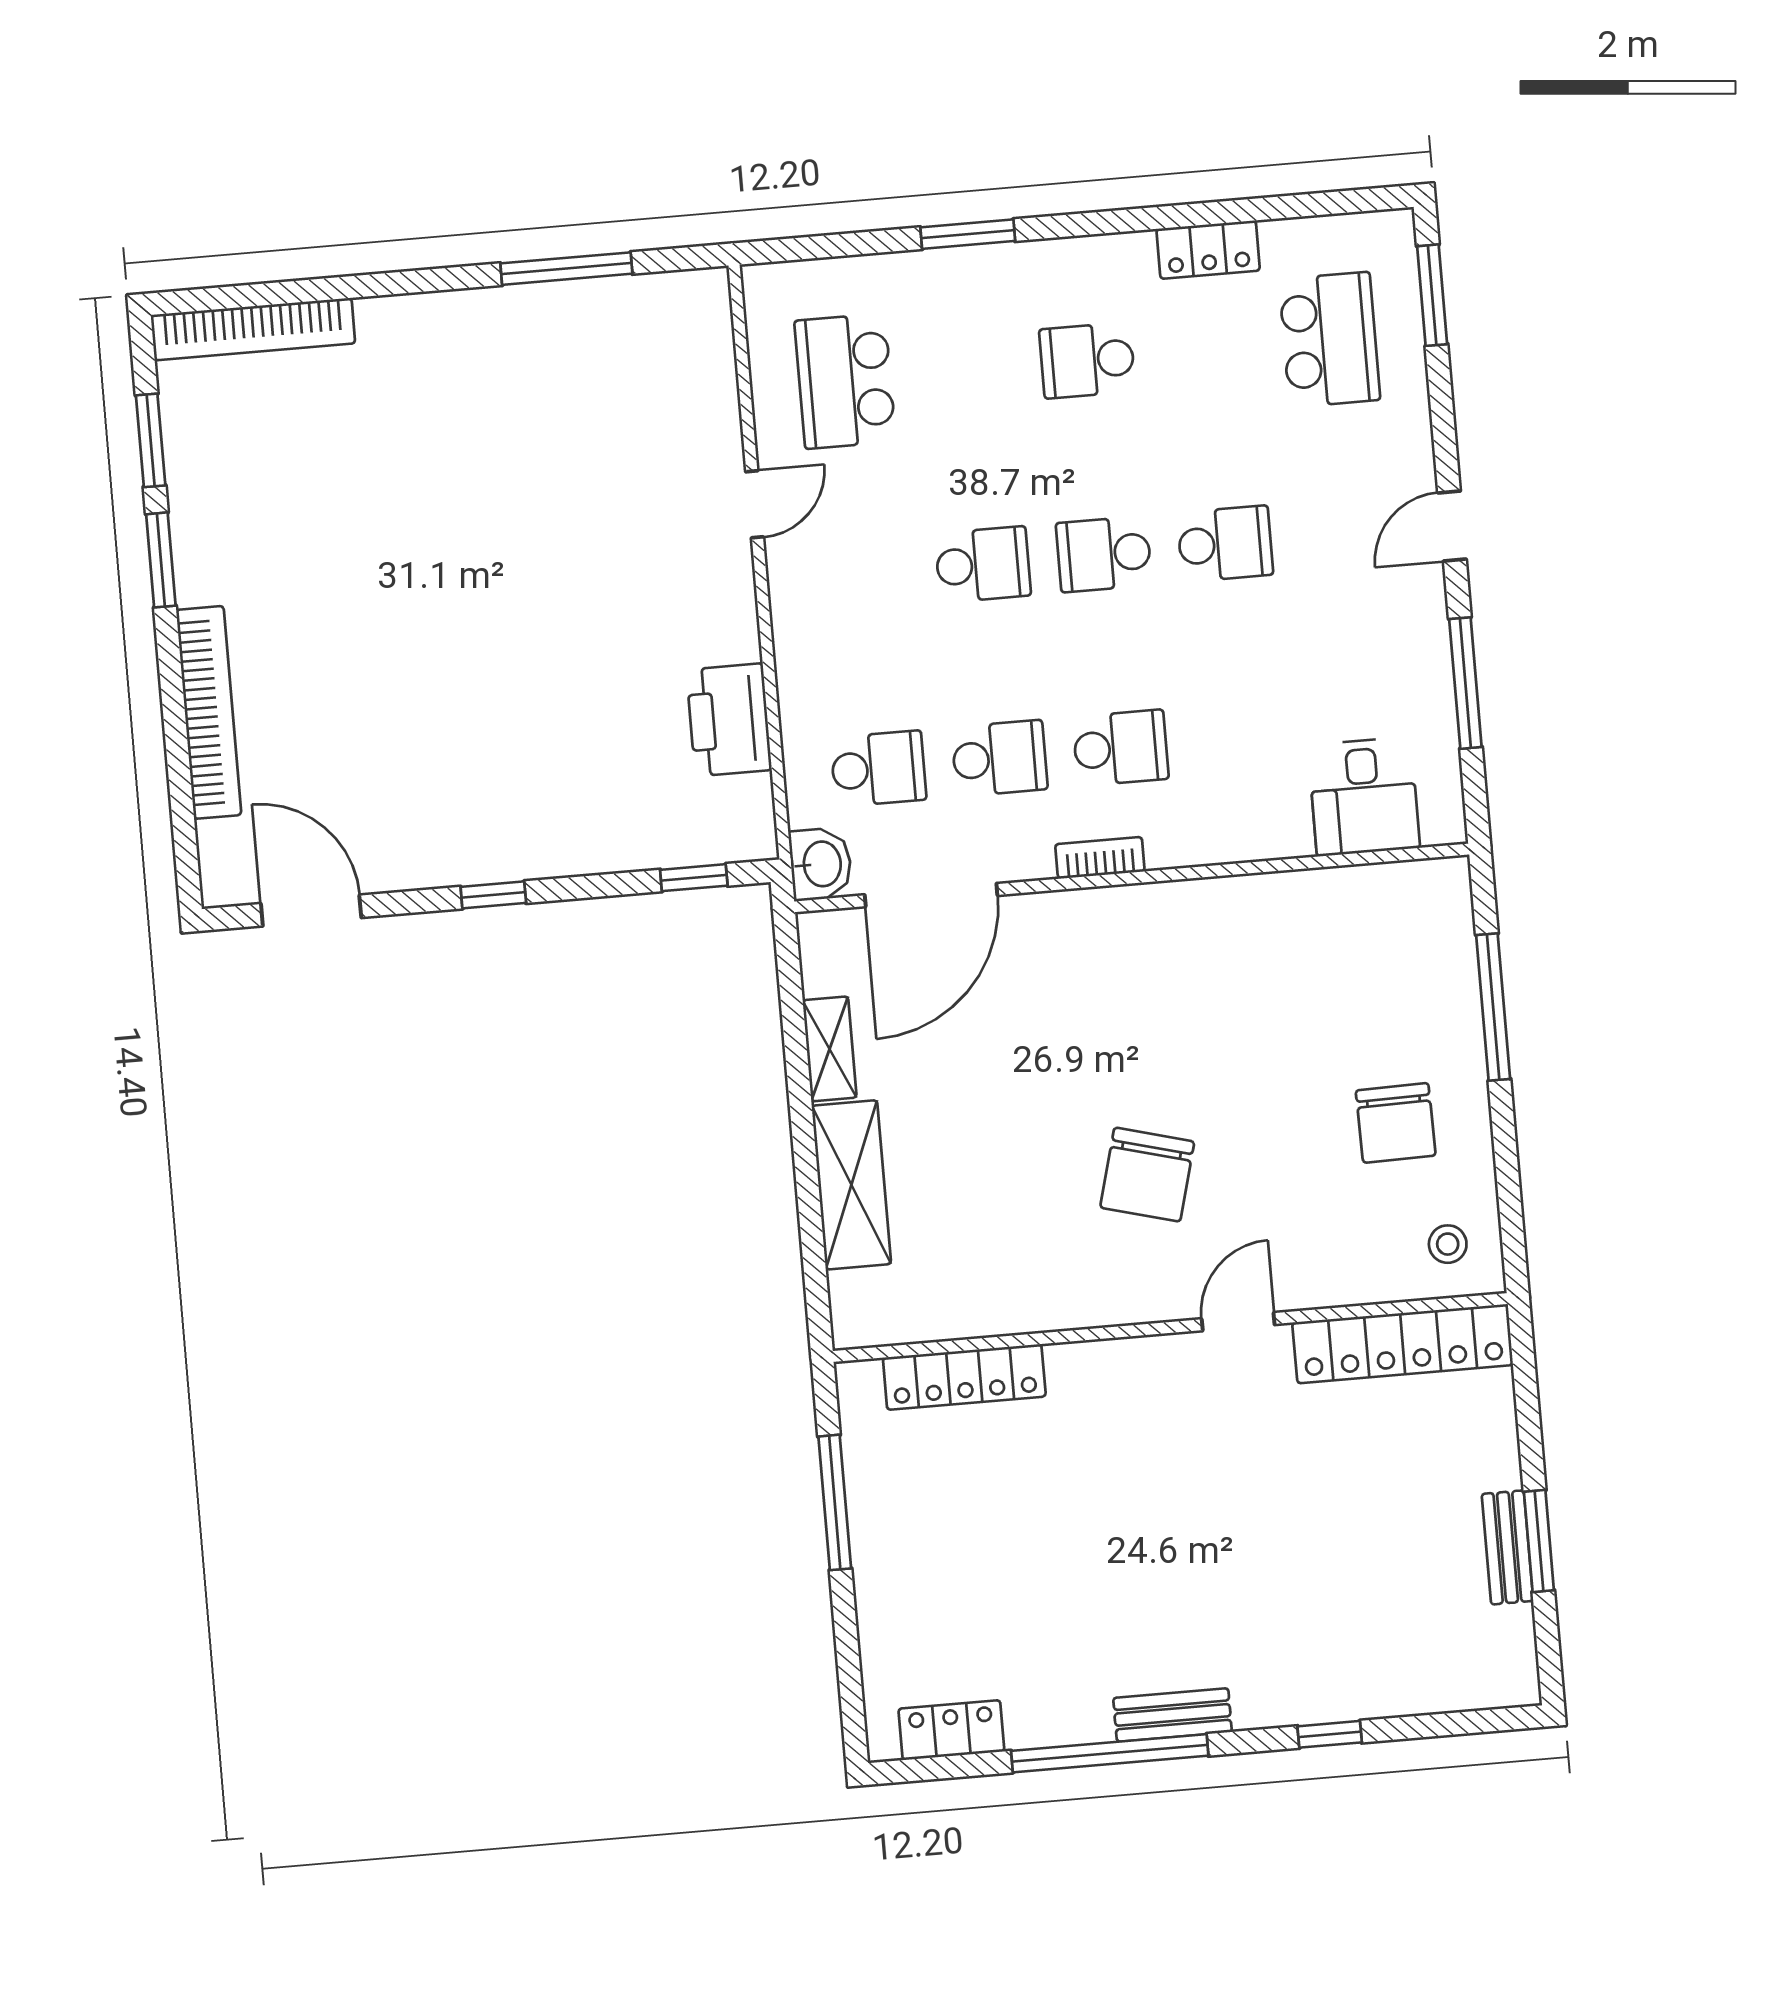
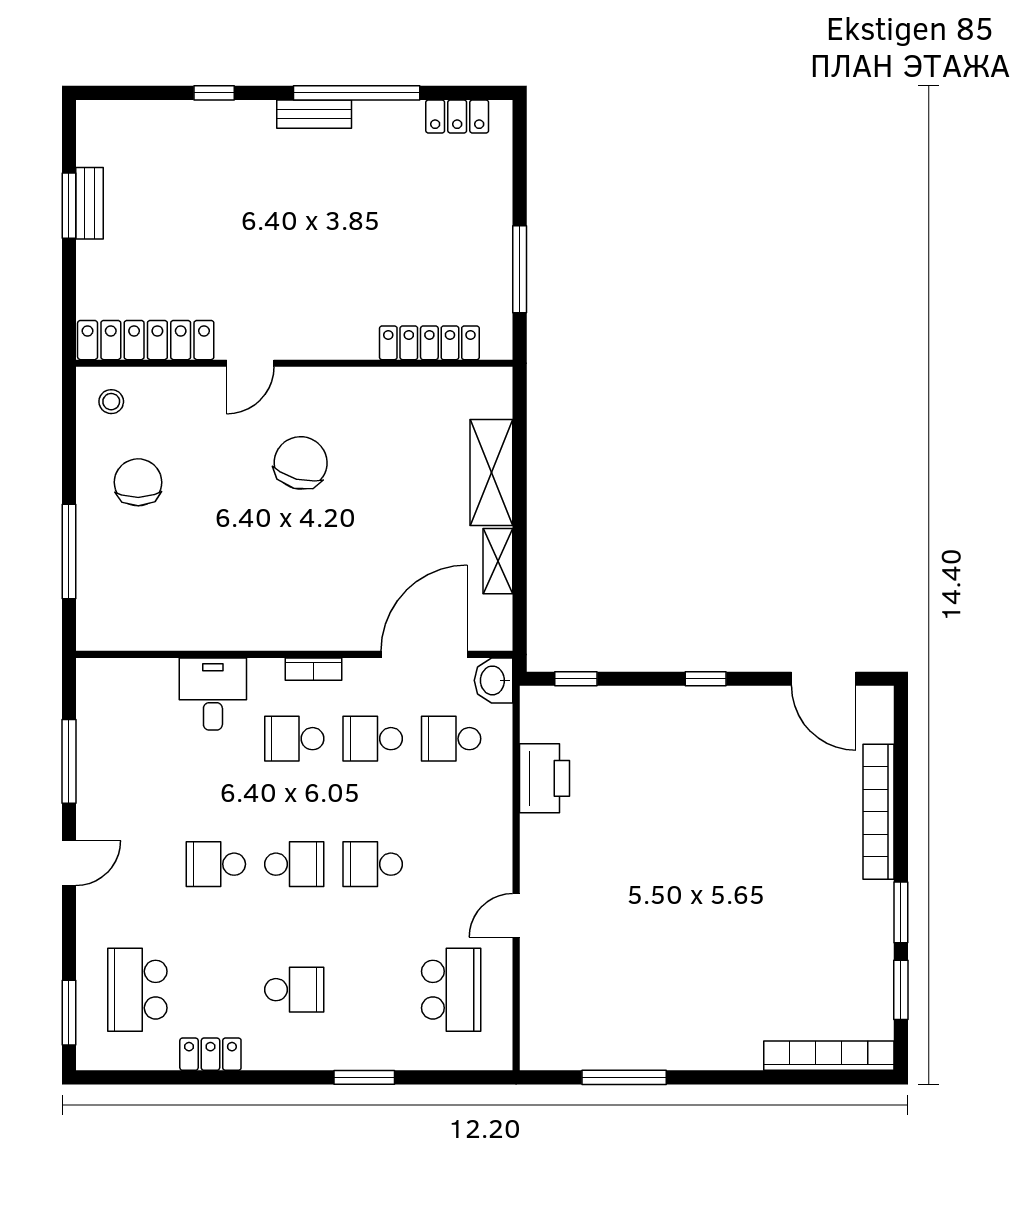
desk: (1364, 796) -> (213, 694), moved

